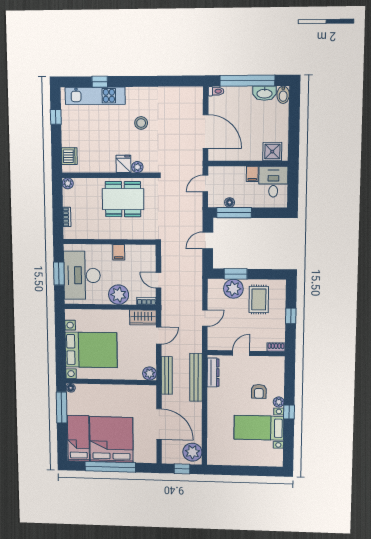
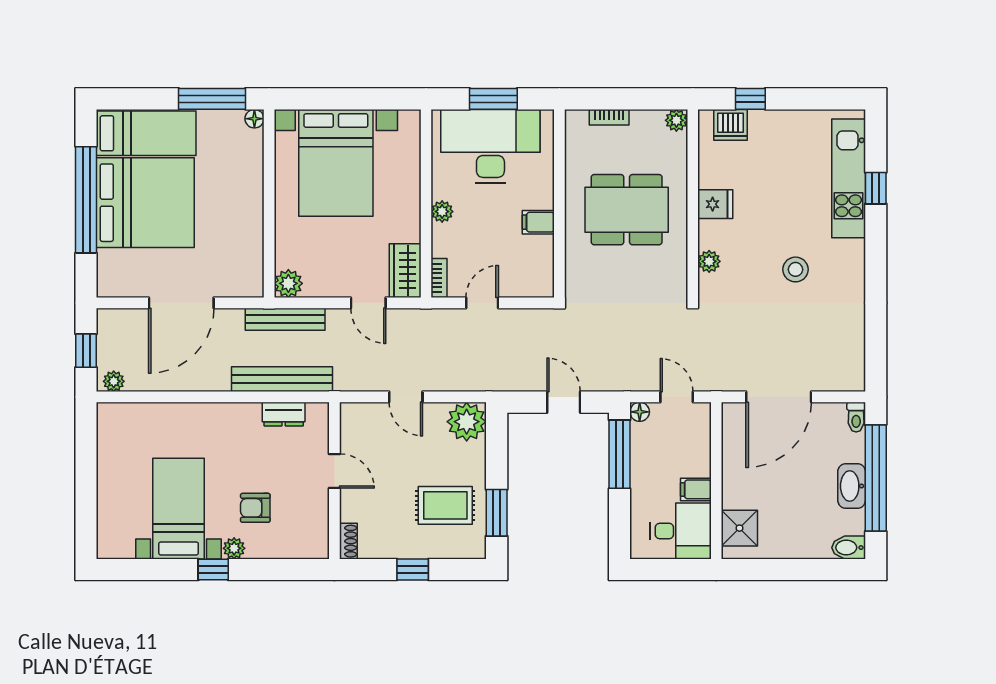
washbasin: (264, 93) -> (852, 486), moved
window: (56, 117) -> (750, 99), moved
fridge: (123, 164) -> (715, 204), moved
dining table: (123, 199) -> (627, 210), moved, turned 90
floor lamp: (230, 202) -> (640, 412), moved
window: (236, 274) -> (497, 513), moved
plant: (233, 289) -> (467, 422), moved
plant: (119, 295) -> (442, 212), width x0.53, depth x0.53
dresser: (213, 373) -> (284, 414), width x0.70
plant: (192, 452) -> (114, 381), width x0.53, depth x0.53

